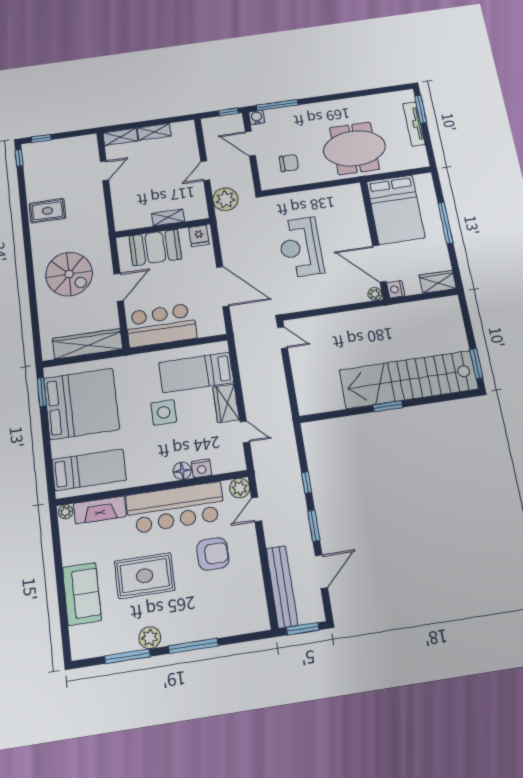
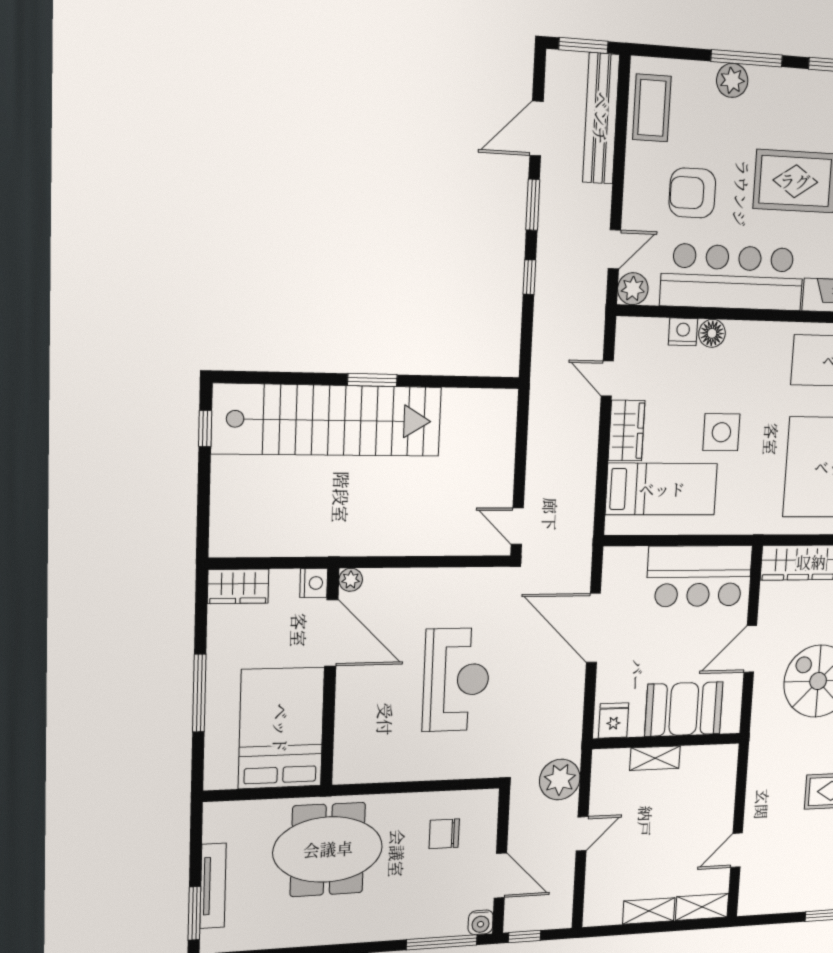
window: (476, 364) -> (205, 429), width x0.67
coffee table: (250, 601) -> (652, 108), added
plant: (150, 638) -> (732, 80), moved

